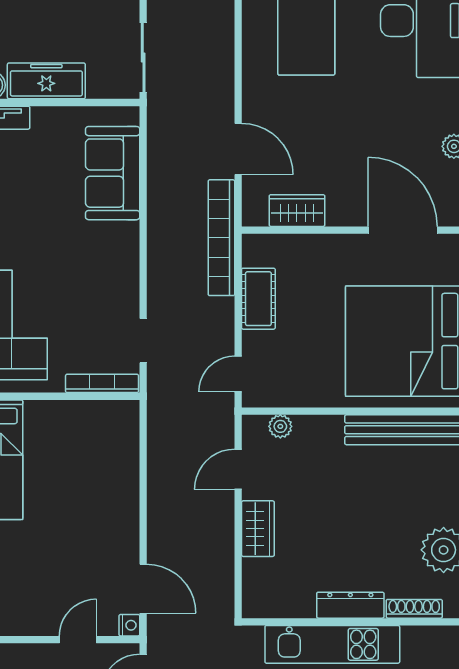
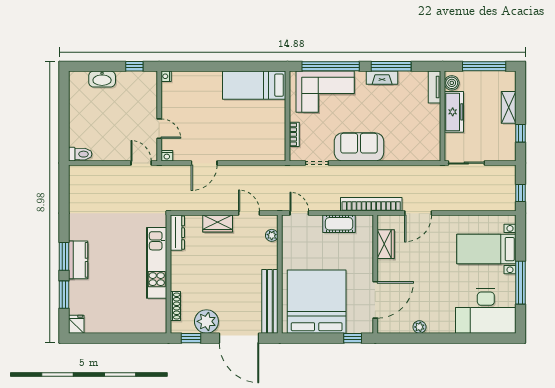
sofa: (113, 173) -> (359, 147), moved
bookcase: (102, 383) -> (294, 134), width x0.64
door: (143, 589) -> (204, 163), moved
dresser: (350, 605) -> (177, 233), moved

